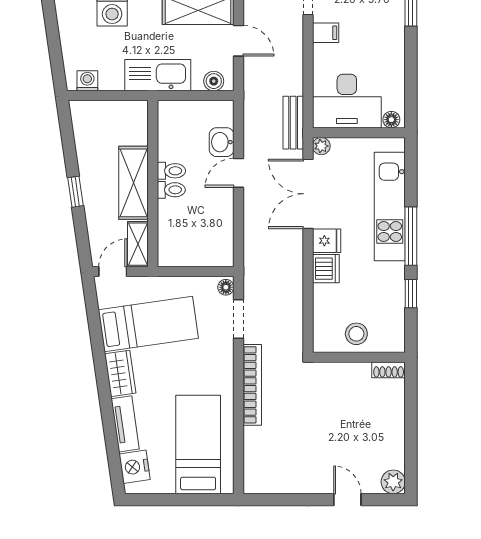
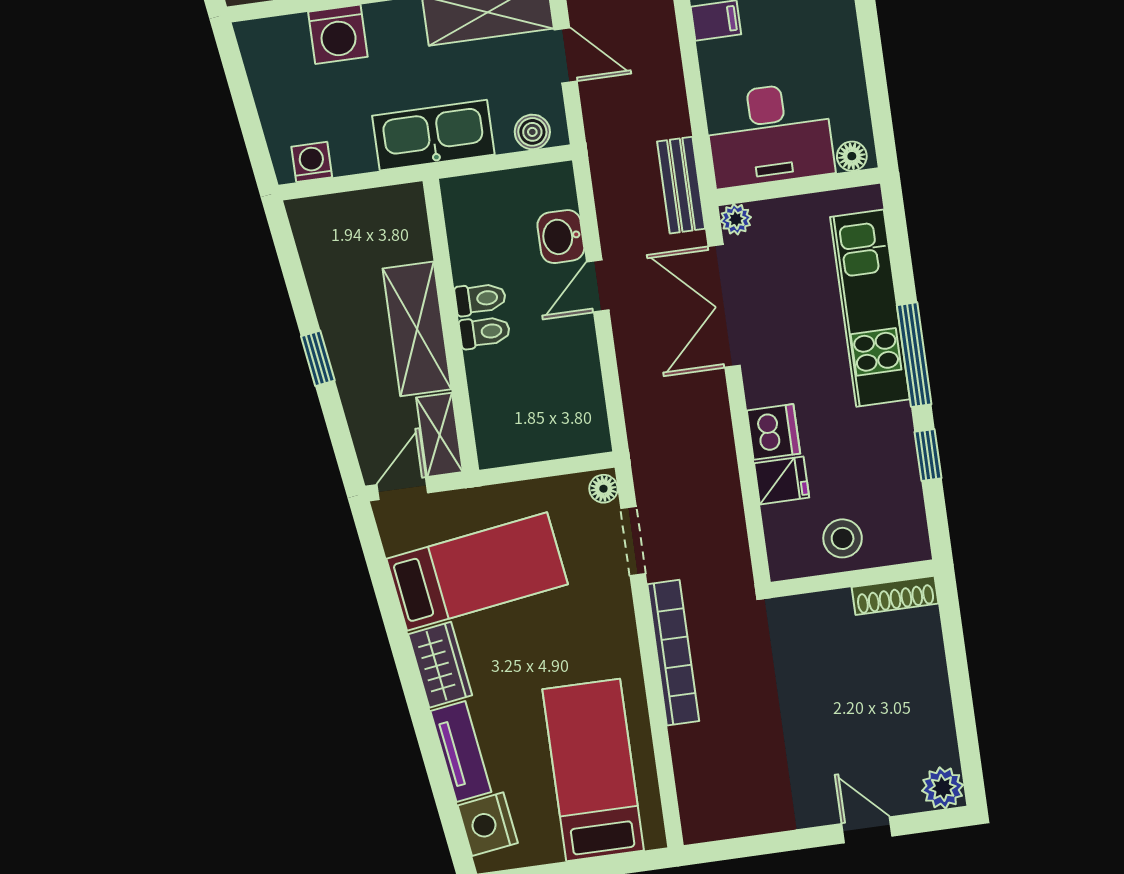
fridge: (327, 241) -> (782, 480), moved
shoe rack: (389, 370) -> (895, 595), width x1.43

